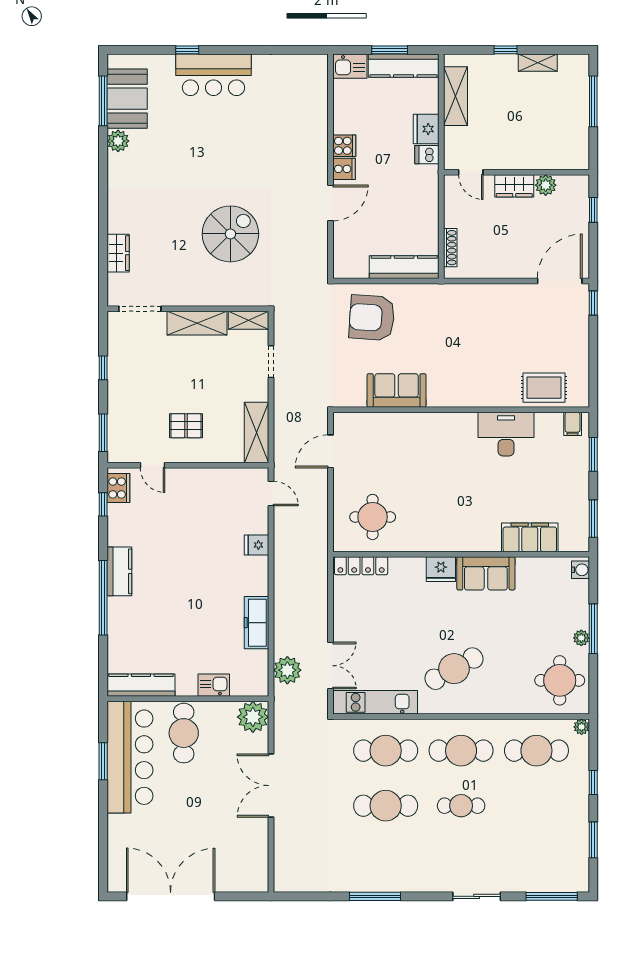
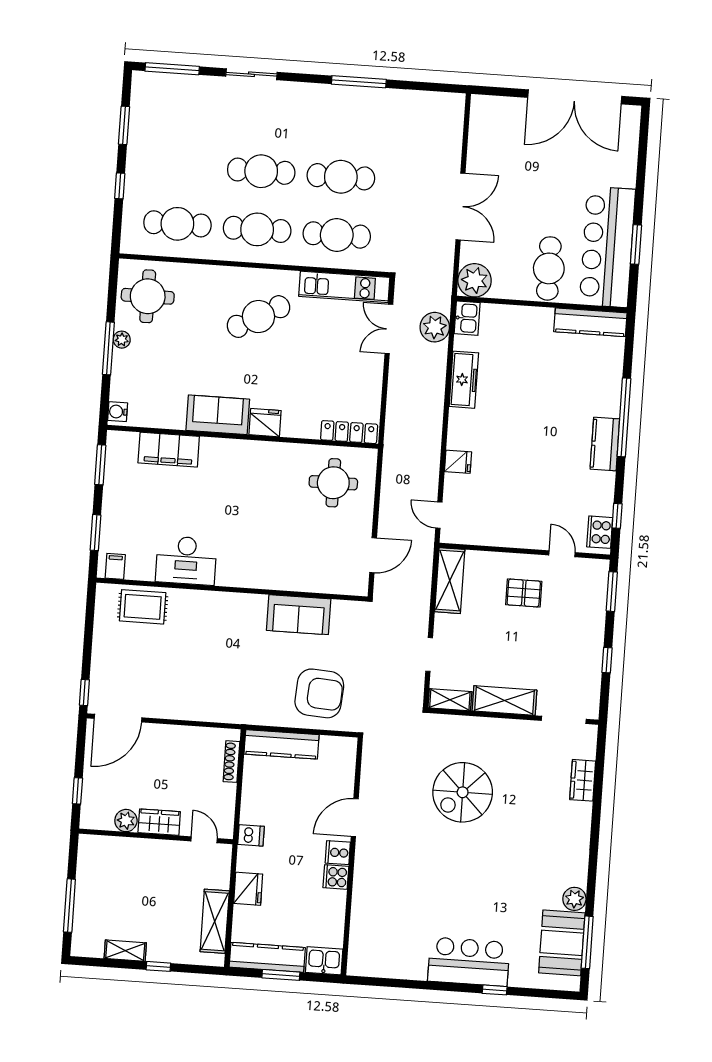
dishwasher: (427, 155) -> (251, 835), moved
kitchen sink: (214, 685) -> (467, 318), moved, turned -90
plant: (582, 727) -> (128, 246), removed
cafe table: (461, 806) -> (261, 171), width x1.37, depth x1.35

